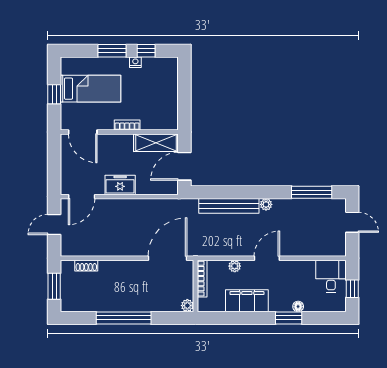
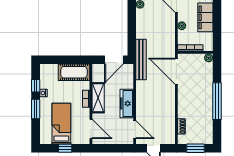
cot: (166, 107) -> (74, 72), added
door: (83, 132) -> (91, 129), hinge flipped
shelving: (156, 143) -> (98, 98), moved
door: (184, 166) -> (114, 60), hinge flipped
freezer: (120, 185) -> (127, 103), width x1.40
bench: (229, 206) -> (141, 59), moved

